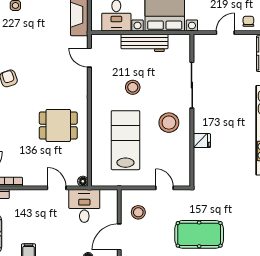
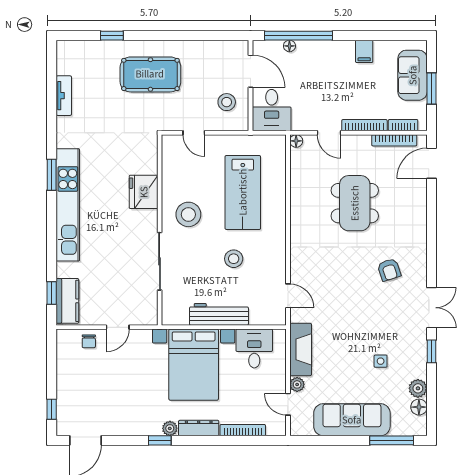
dining table: (58, 125) -> (355, 203), moved, width x1.38
fridge: (202, 141) -> (144, 192), width x1.88, depth x1.34
bookcase: (28, 194) -> (364, 125), added
desk: (84, 206) -> (272, 110), moved
door: (119, 237) -> (251, 71), hinge flipped

